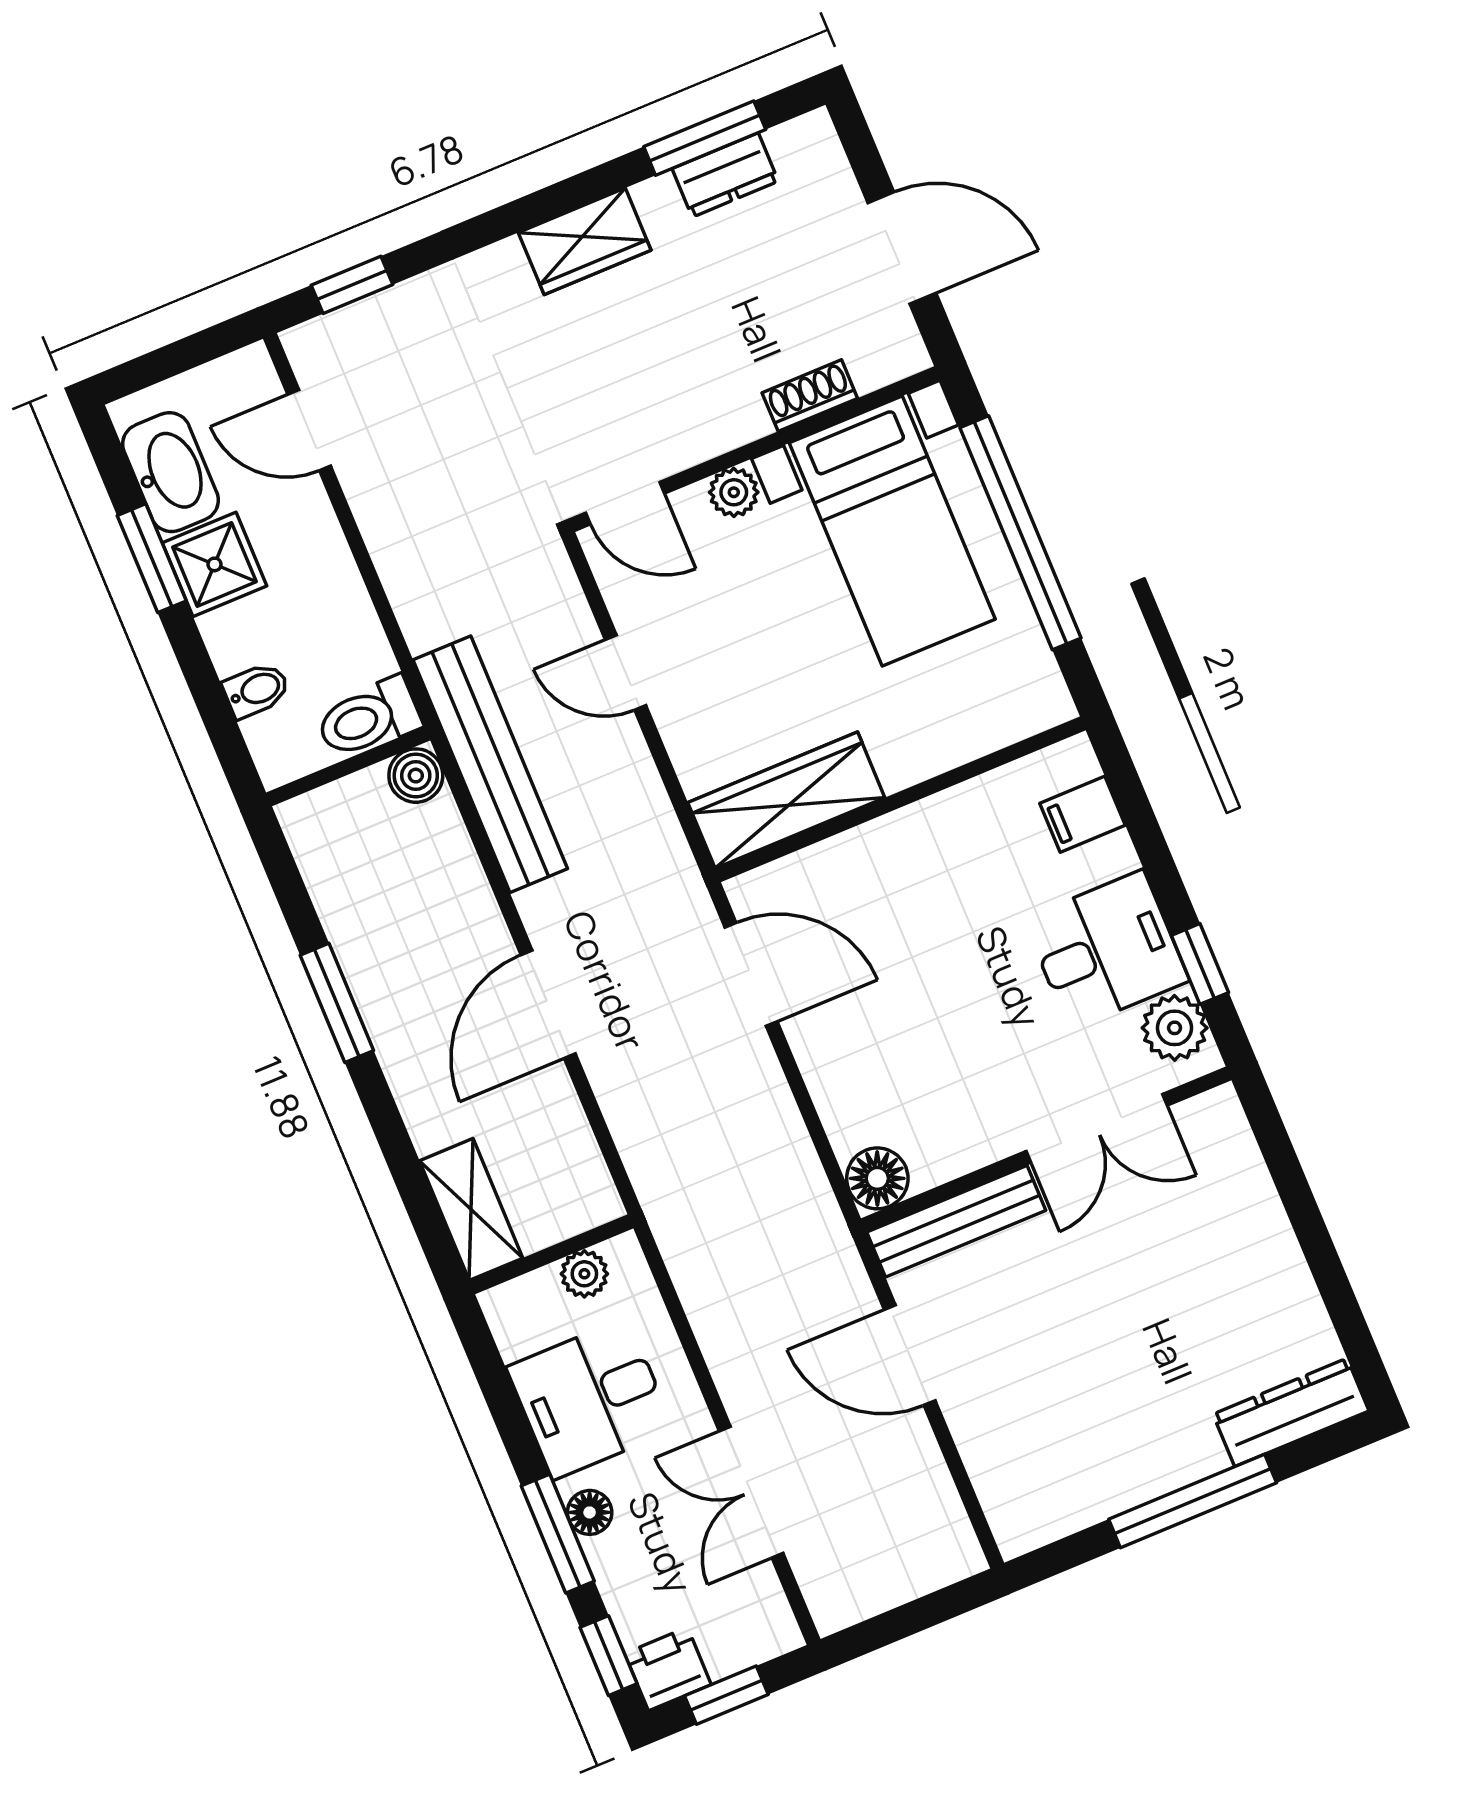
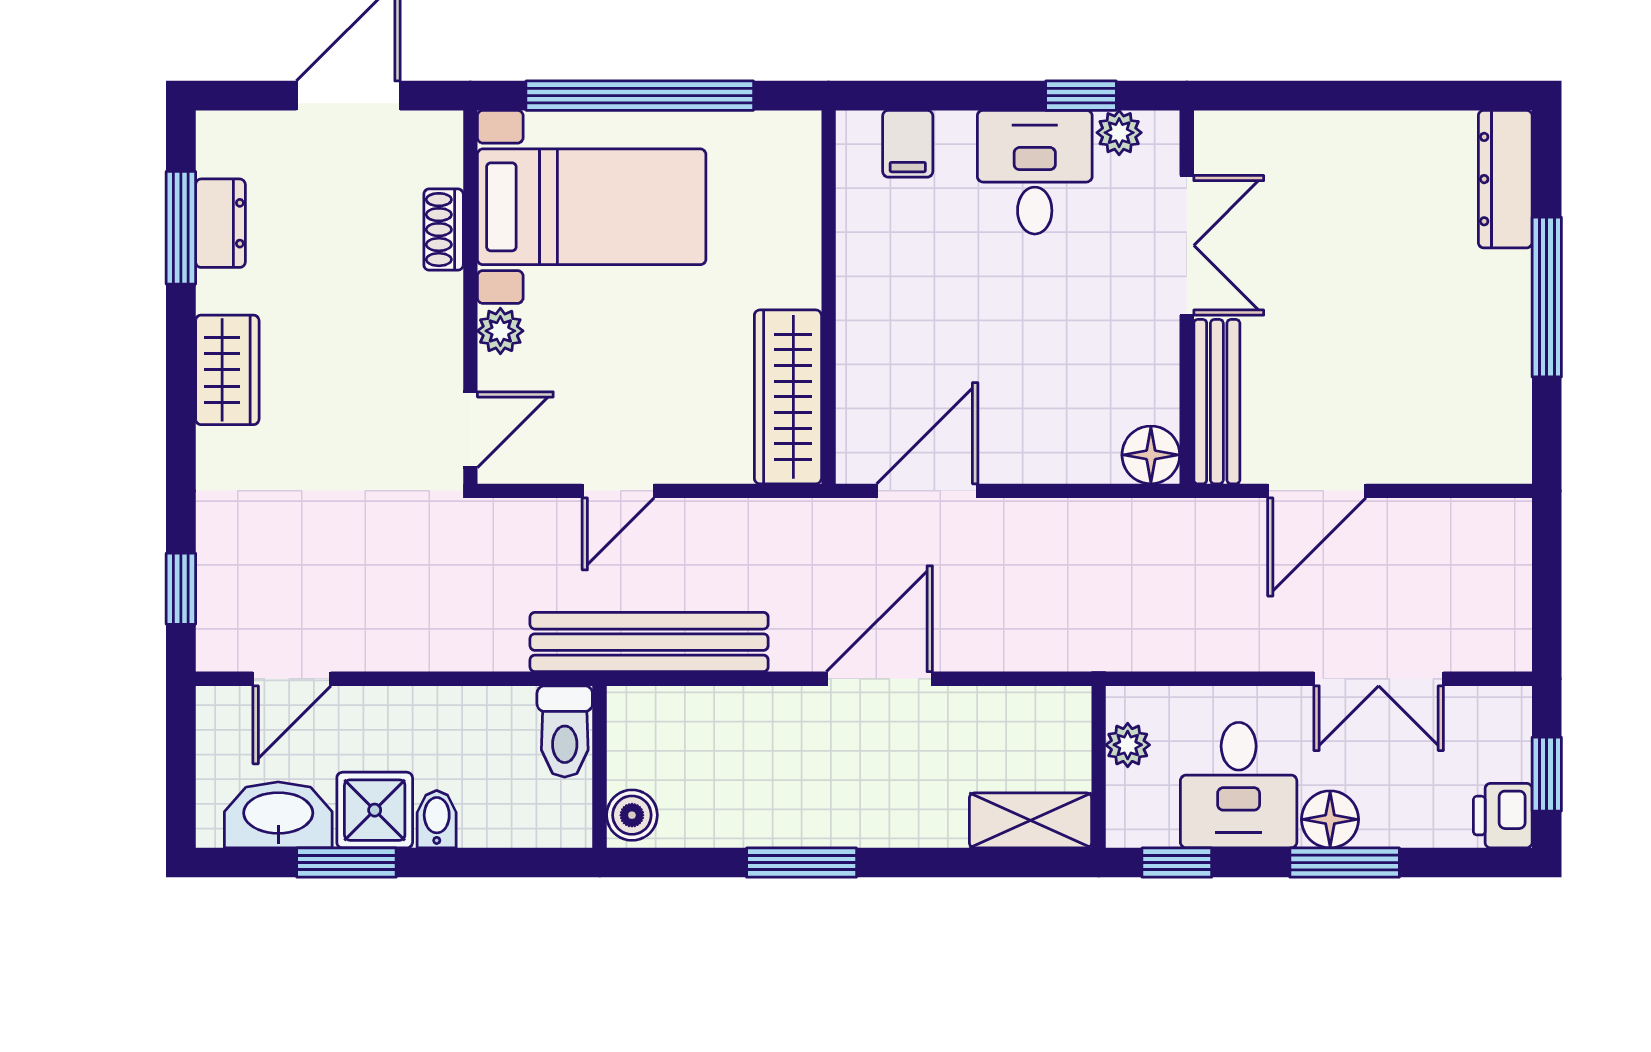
bidet: (256, 690) -> (437, 819), moved
boiler: (416, 776) -> (632, 815), moved
door: (548, 1004) -> (879, 679), swing flipped
plant: (1175, 1028) -> (1119, 133), width x0.73, depth x0.73
floor lamp: (590, 1512) -> (1330, 819), width x1.37, depth x1.37
window: (608, 1656) -> (1177, 863), moved

